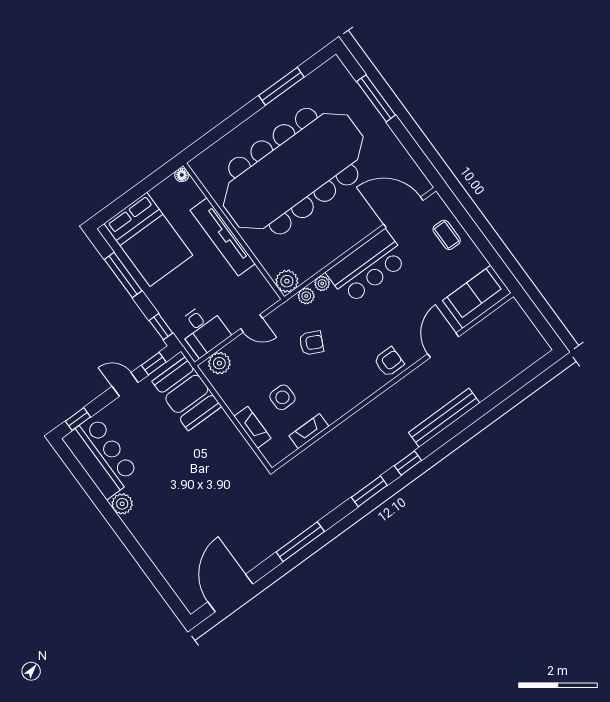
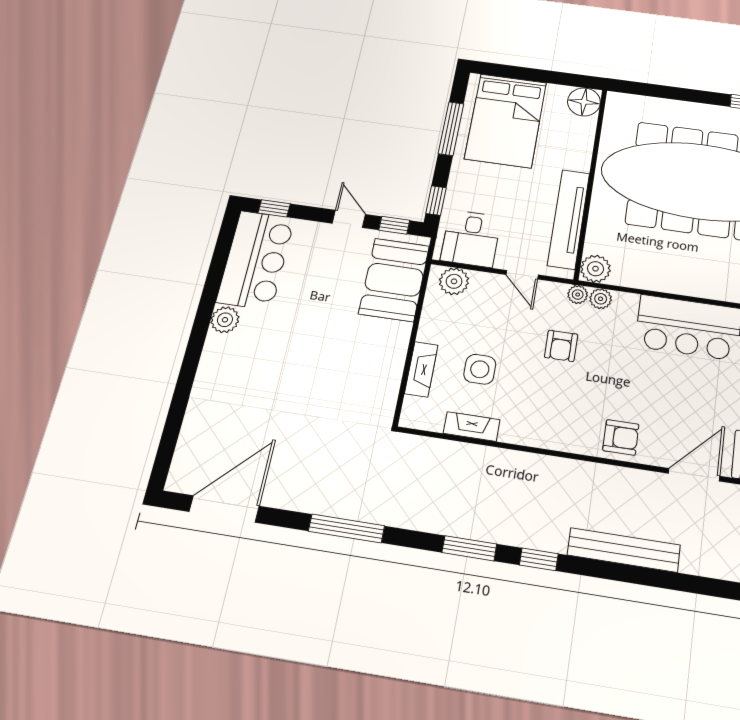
floor lamp: (182, 175) -> (584, 102), width x1.89, depth x1.89
tv unit: (223, 237) -> (569, 219), moved
plant: (322, 283) -> (578, 295), moved
armchair: (311, 343) -> (561, 346), turned 64

